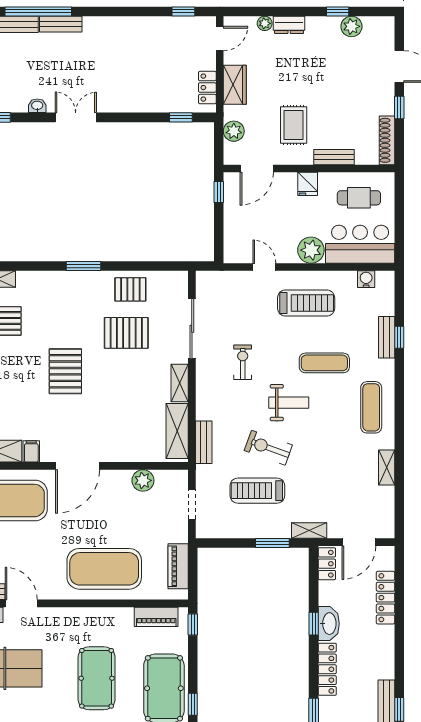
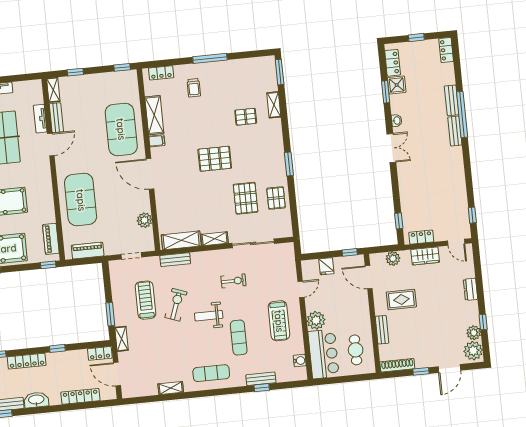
plant: (265, 23) -> (473, 351), moved, width x1.87, depth x1.87
fridge: (308, 184) -> (326, 266), moved, turned -90
weight bench: (289, 403) -> (209, 316), turned 90
washbasin: (329, 624) -> (36, 400), moved, turned 180

